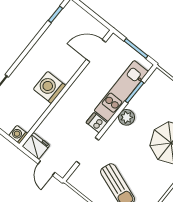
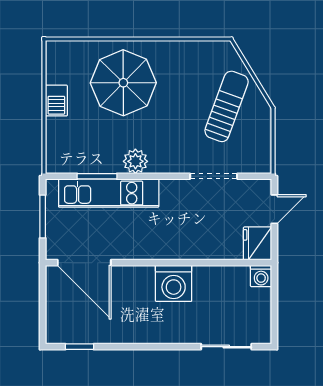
door: (96, 51) -> (84, 263), width x1.36
dishwasher: (97, 123) -> (171, 192), removed

